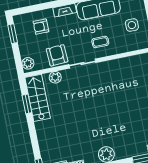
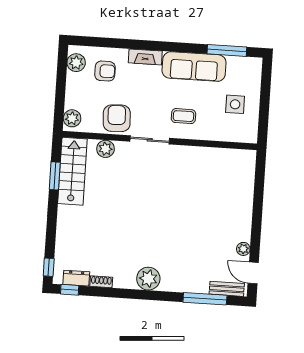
plant: (21, 26) -> (76, 63), added
armchair: (41, 27) -> (105, 71), turned 180
window: (13, 34) -> (62, 70), removed

